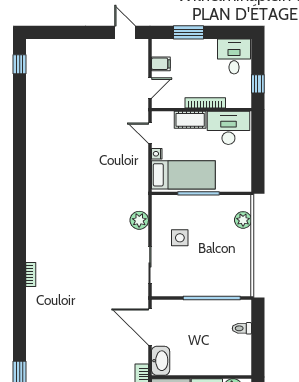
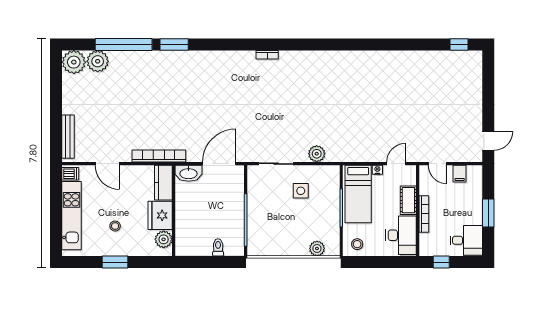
window: (189, 32) -> (488, 213), moved
stool: (238, 176) -> (357, 244), added

